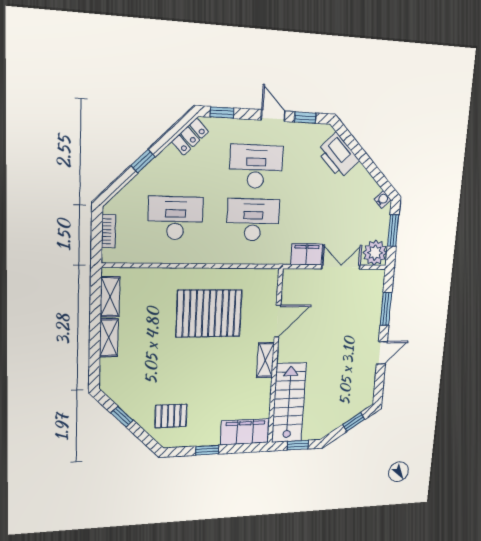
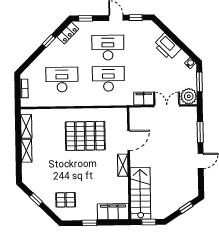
printer: (338, 156) -> (167, 47), moved
window: (143, 161) -> (49, 41), moved

